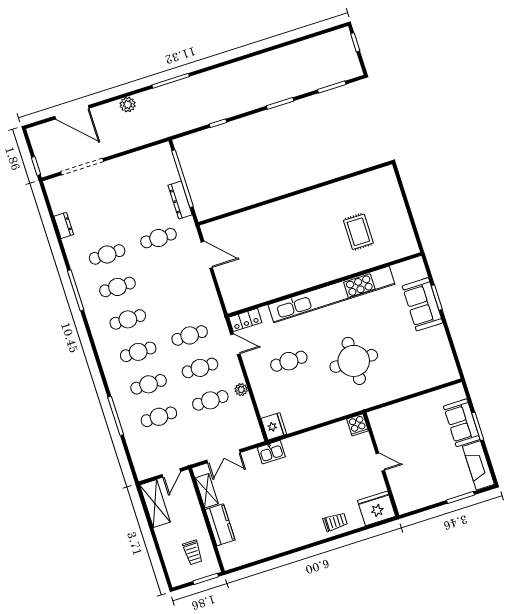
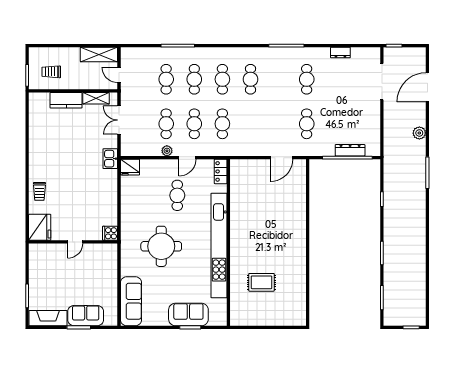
dresser: (180, 200) -> (350, 150), moved
cafe table: (117, 287) -> (279, 79), removed
door: (235, 344) -> (187, 158), moved
sofa: (428, 376) -> (131, 301), added

